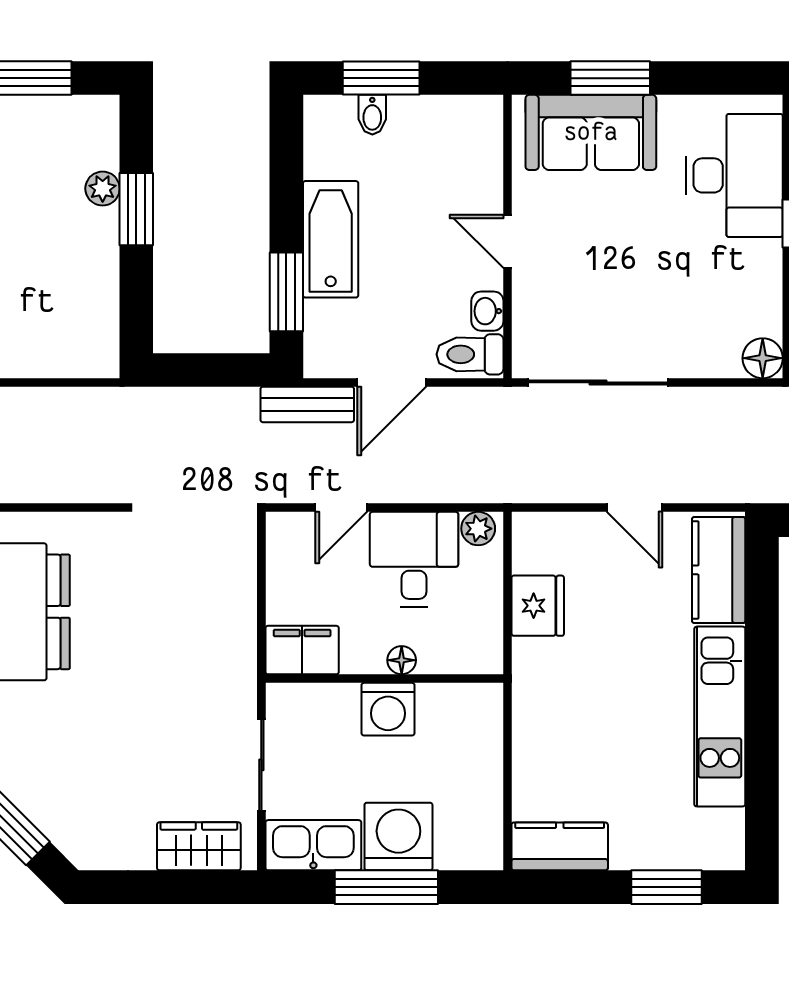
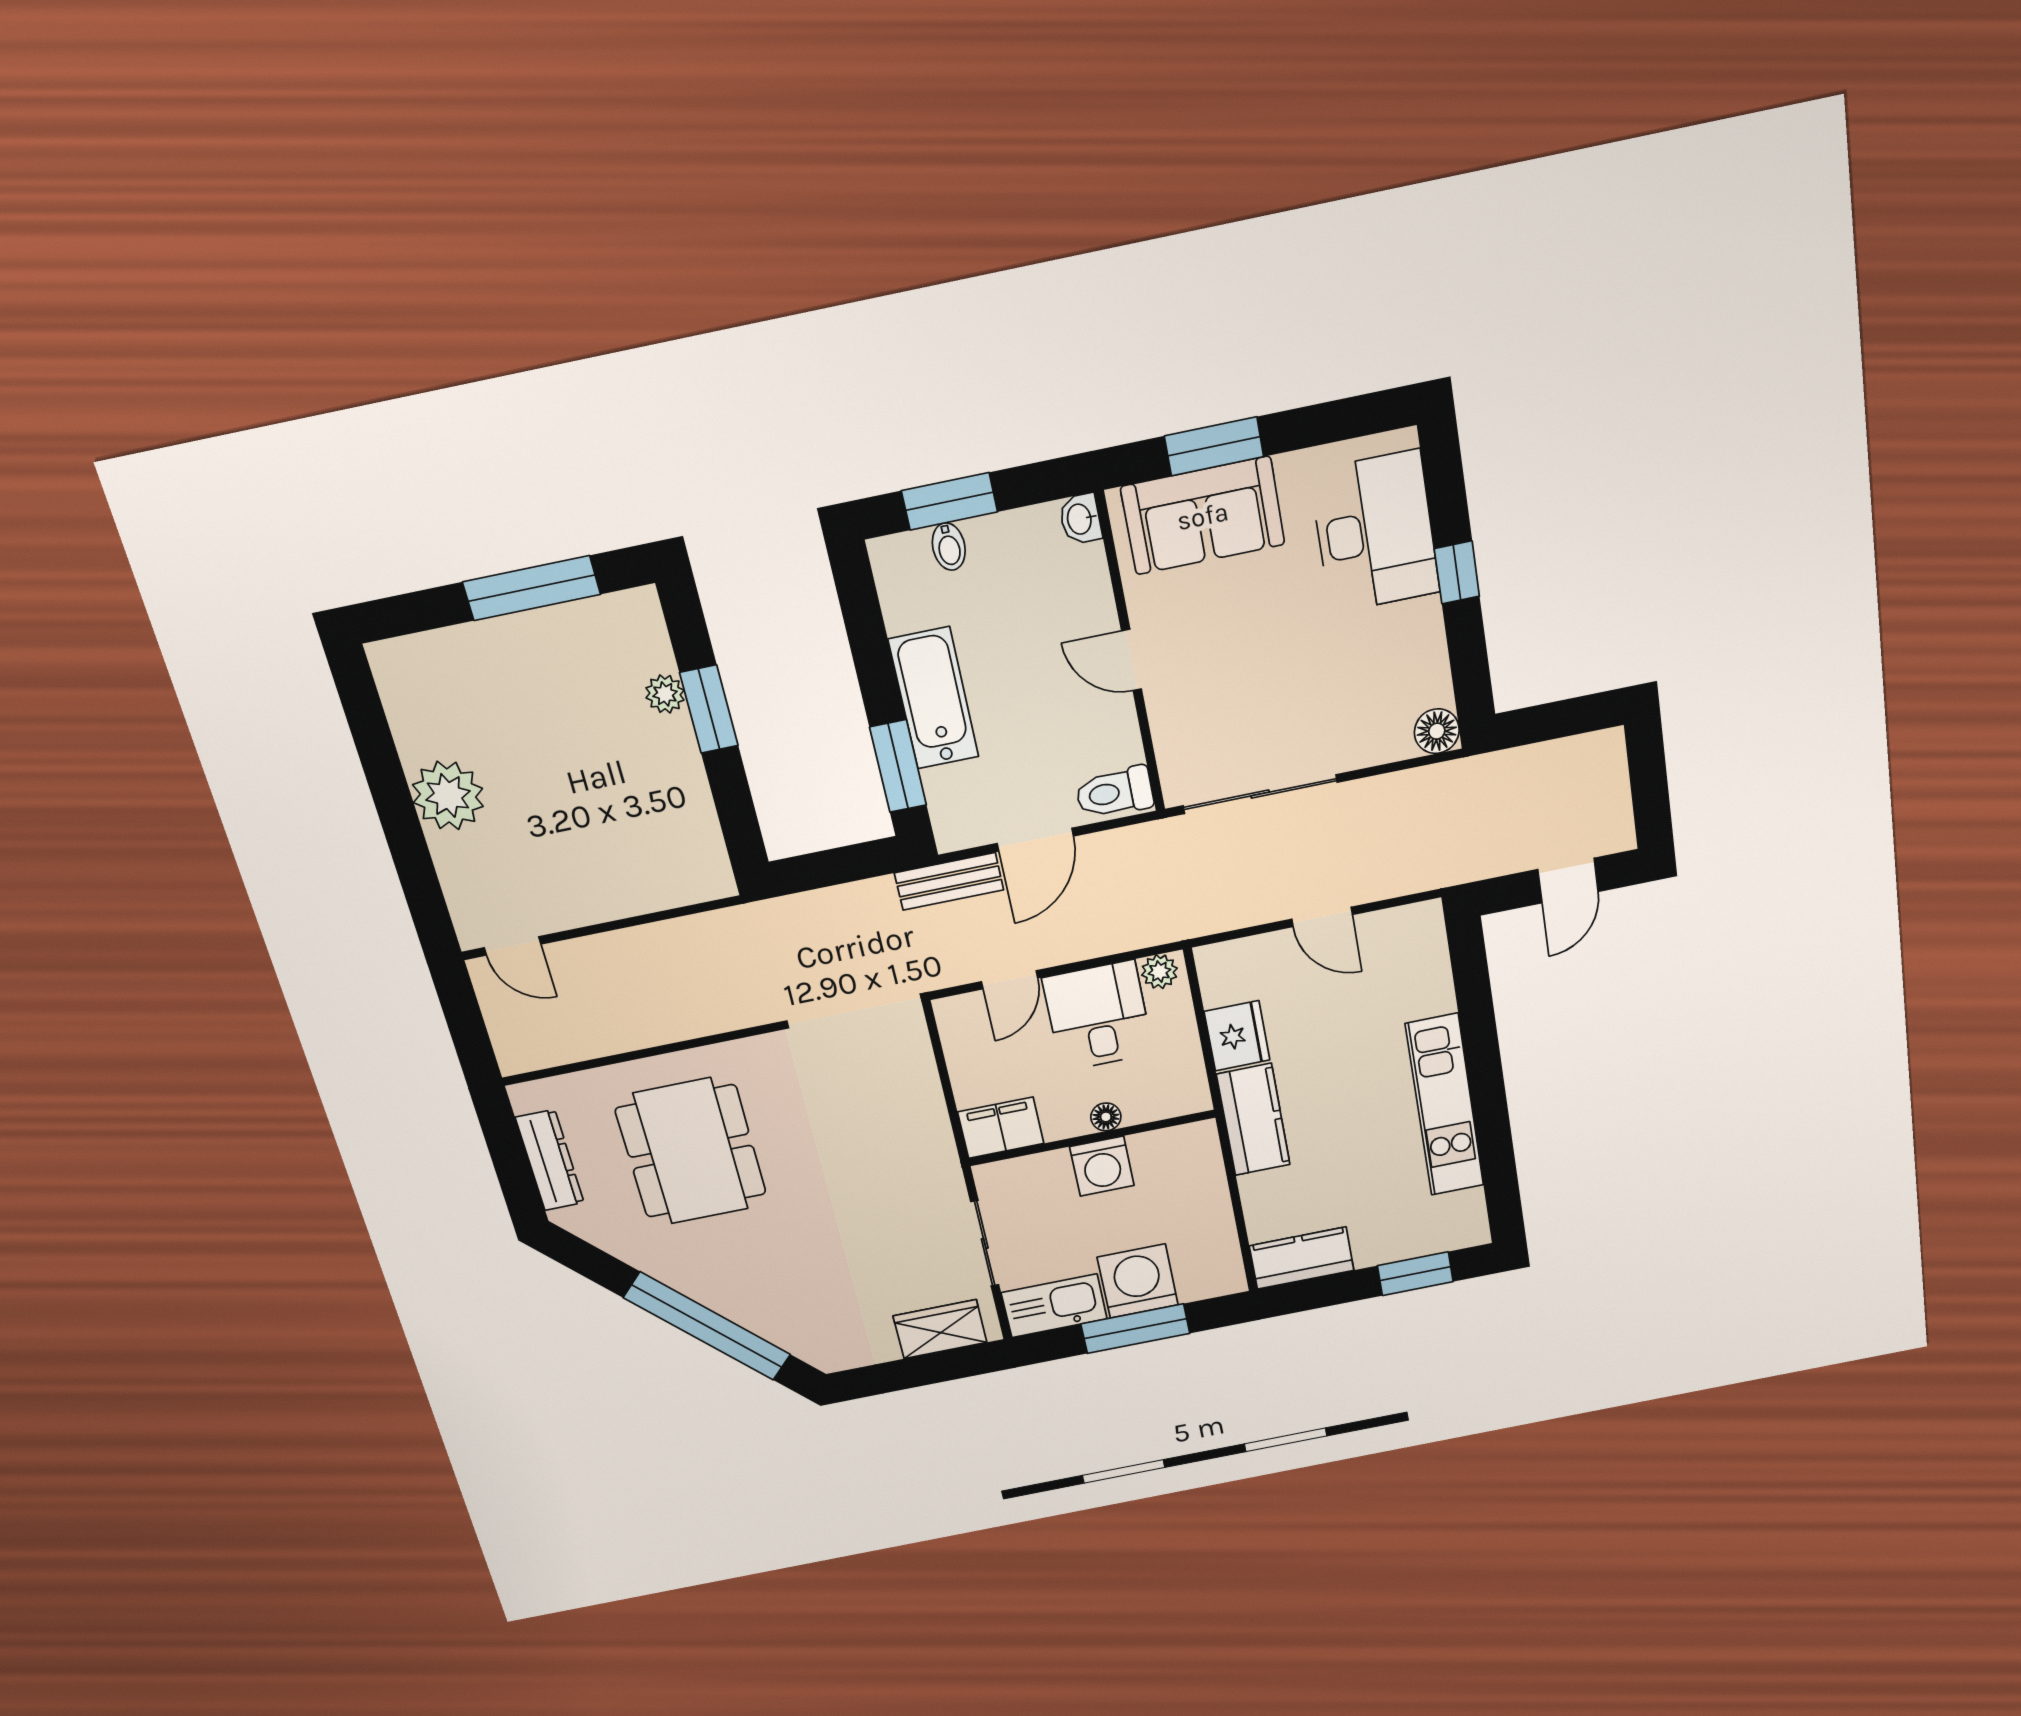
washbasin: (487, 311) -> (1080, 519), moved
kitchen counter: (719, 570) -> (1253, 1120), moved, turned 180

